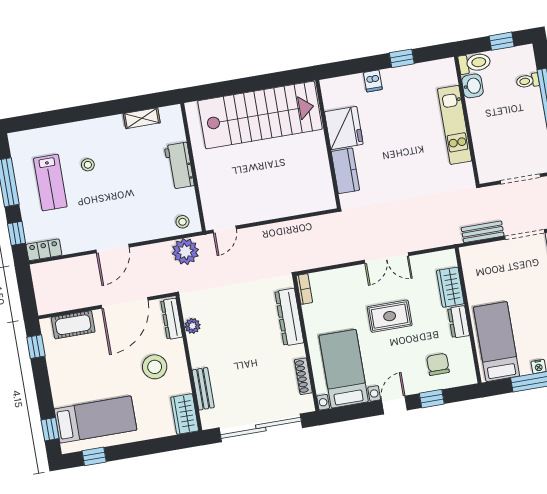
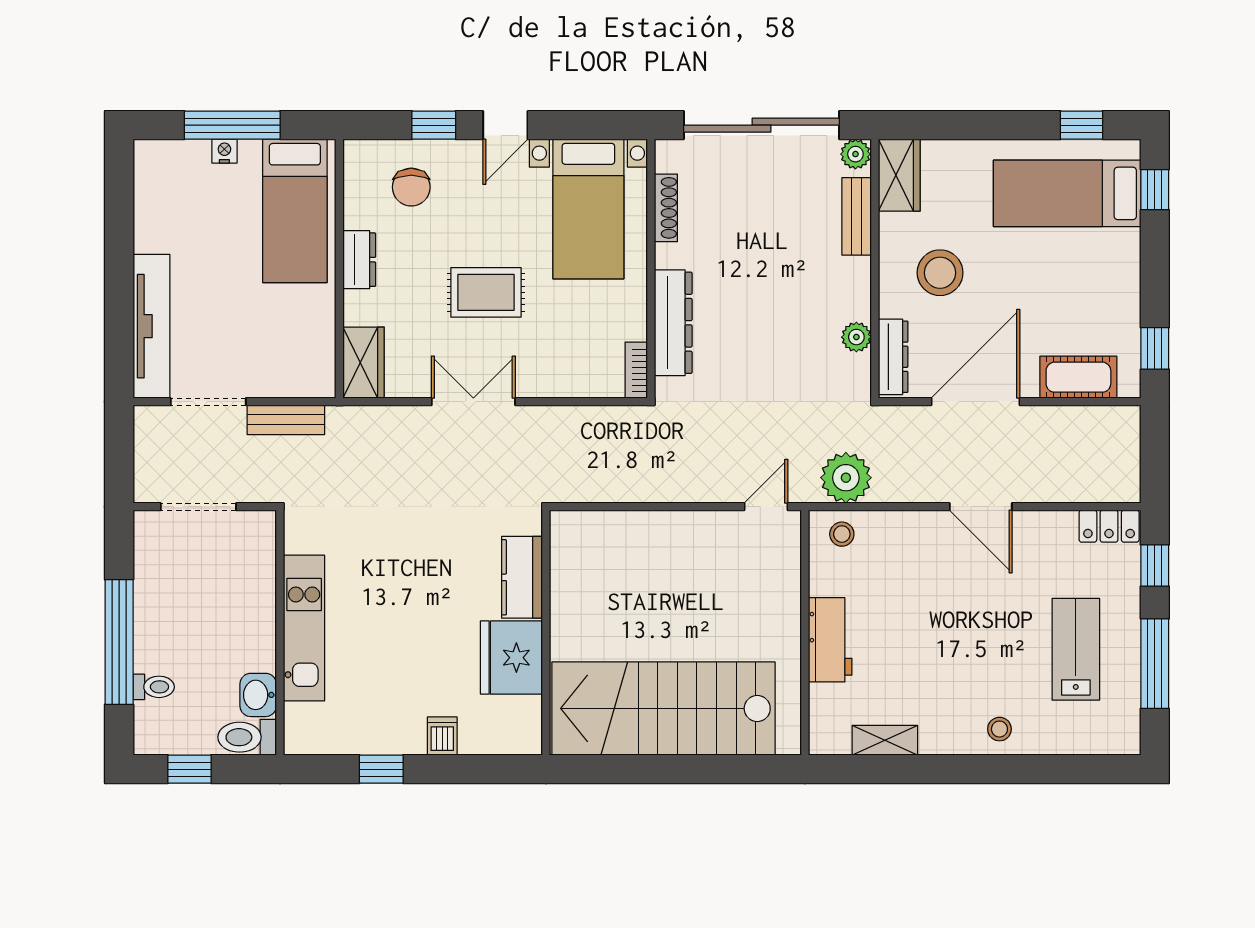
stool: (88, 165) -> (999, 729), moved
door: (113, 249) -> (981, 507), swing flipped
wardrobe: (450, 287) -> (364, 363), moved
plant: (209, 421) -> (855, 154), added

